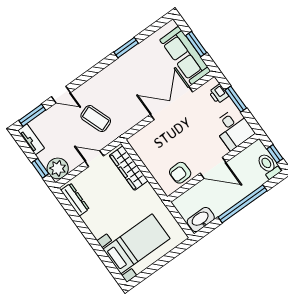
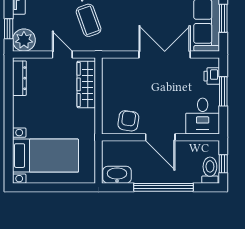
armchair: (180, 173) -> (128, 121), turned 100

